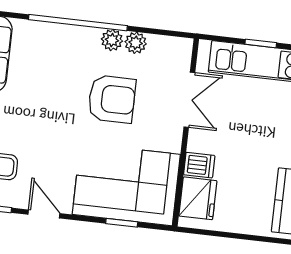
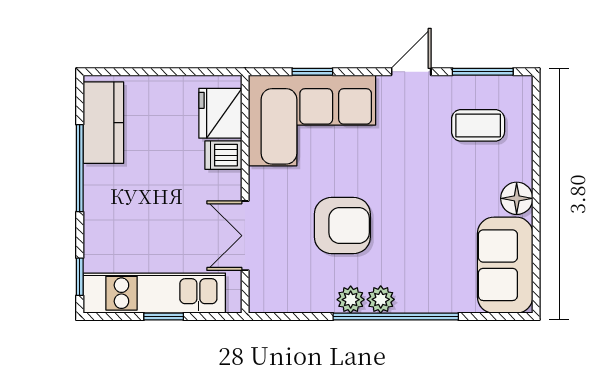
plant: (136, 43) -> (381, 299), moved
armchair: (112, 99) -> (342, 225), turned 180
door: (44, 214) -> (411, 72), swing flipped

